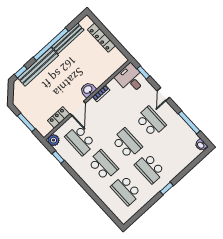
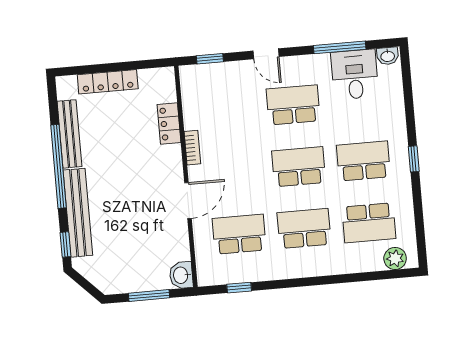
desk: (130, 79) -> (355, 74), moved, turned 90
washbasin: (88, 90) -> (181, 275), moved
door: (78, 108) -> (188, 201), hinge flipped
locker: (59, 117) -> (169, 124), moved
plant: (53, 140) -> (395, 258), moved
school desk: (80, 140) -> (239, 234), turned 180
school desk: (150, 168) -> (363, 161), turned 180

